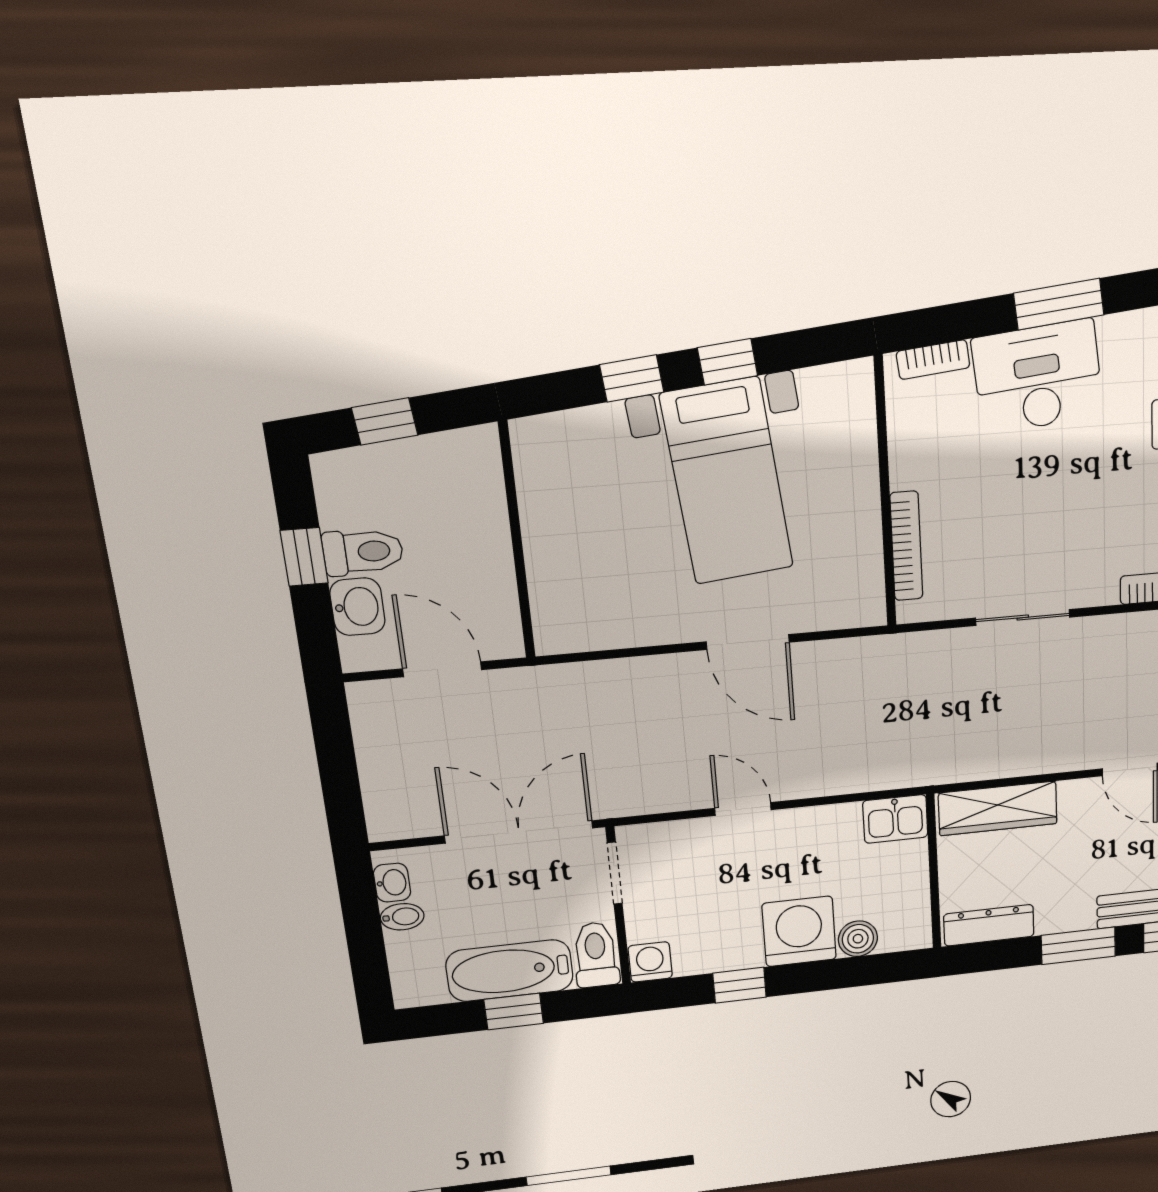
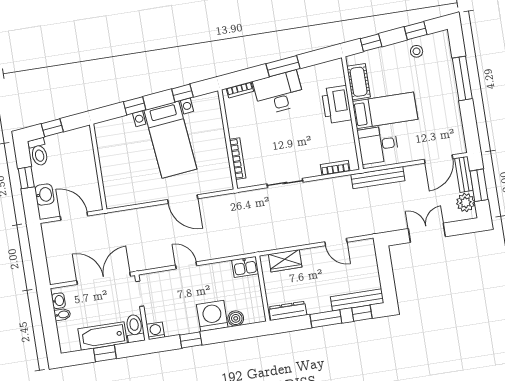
window: (728, 362) -> (182, 93), moved
toilet: (363, 552) -> (39, 152), moved, turned 84
wardrobe: (998, 808) -> (285, 261), width x0.67

